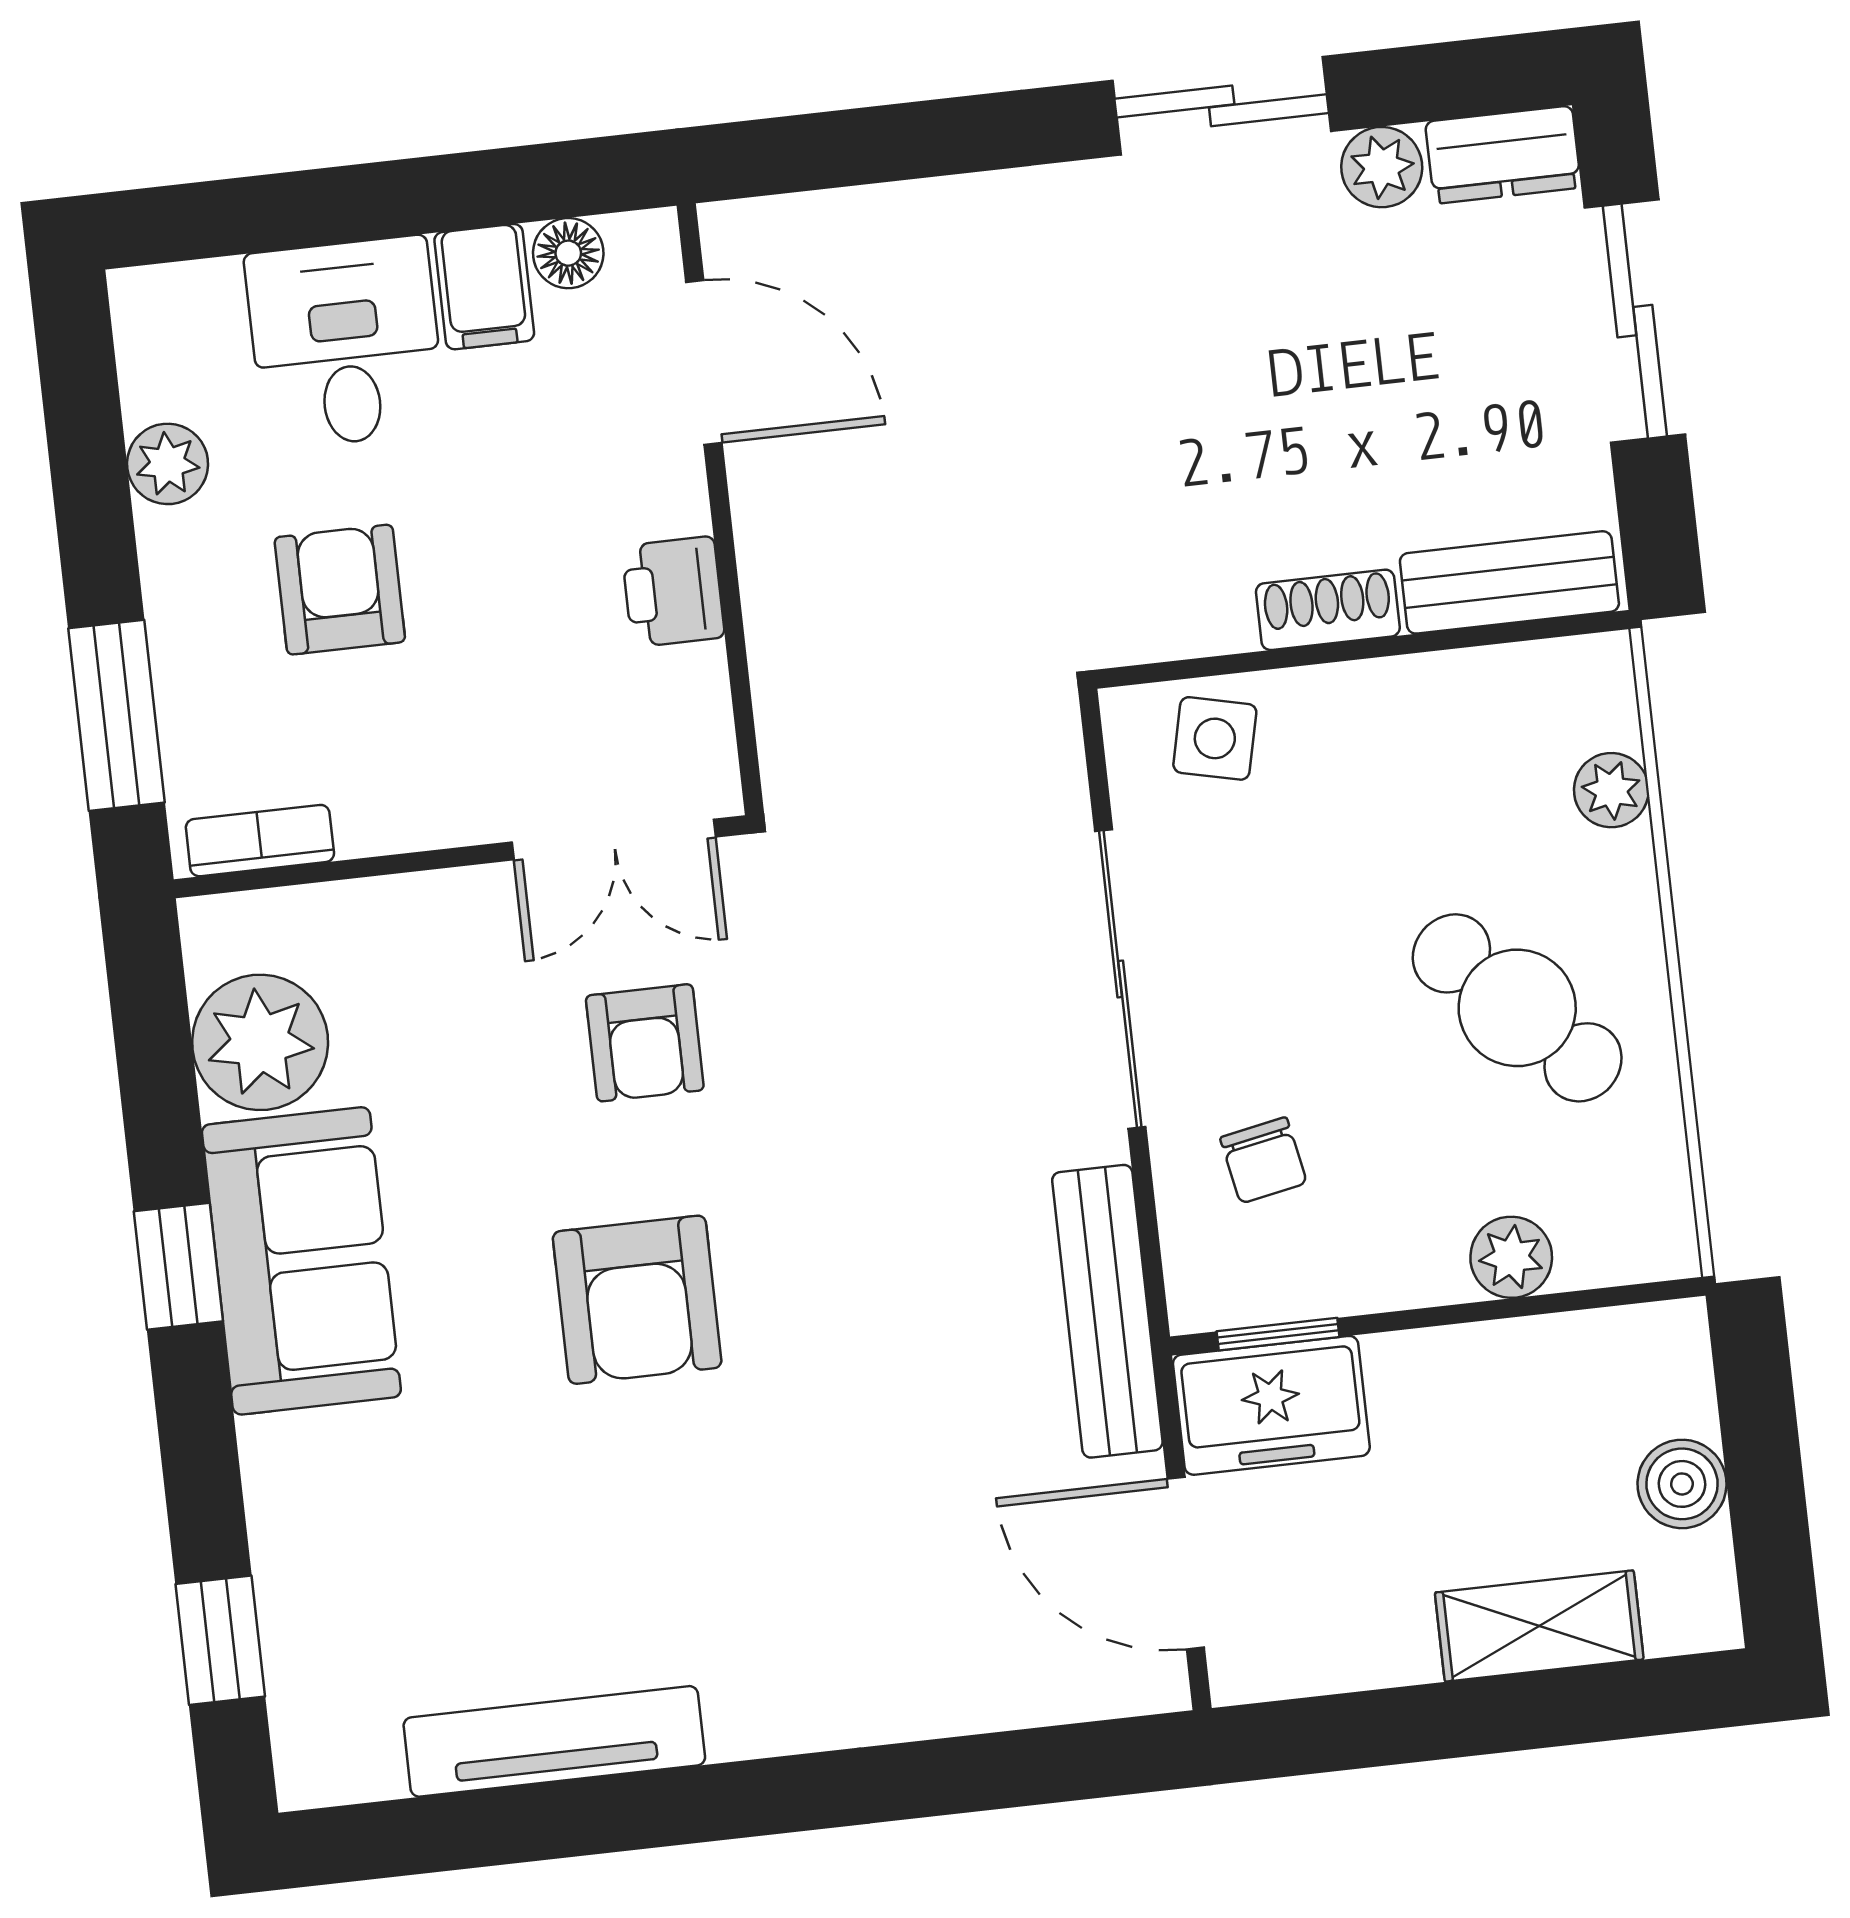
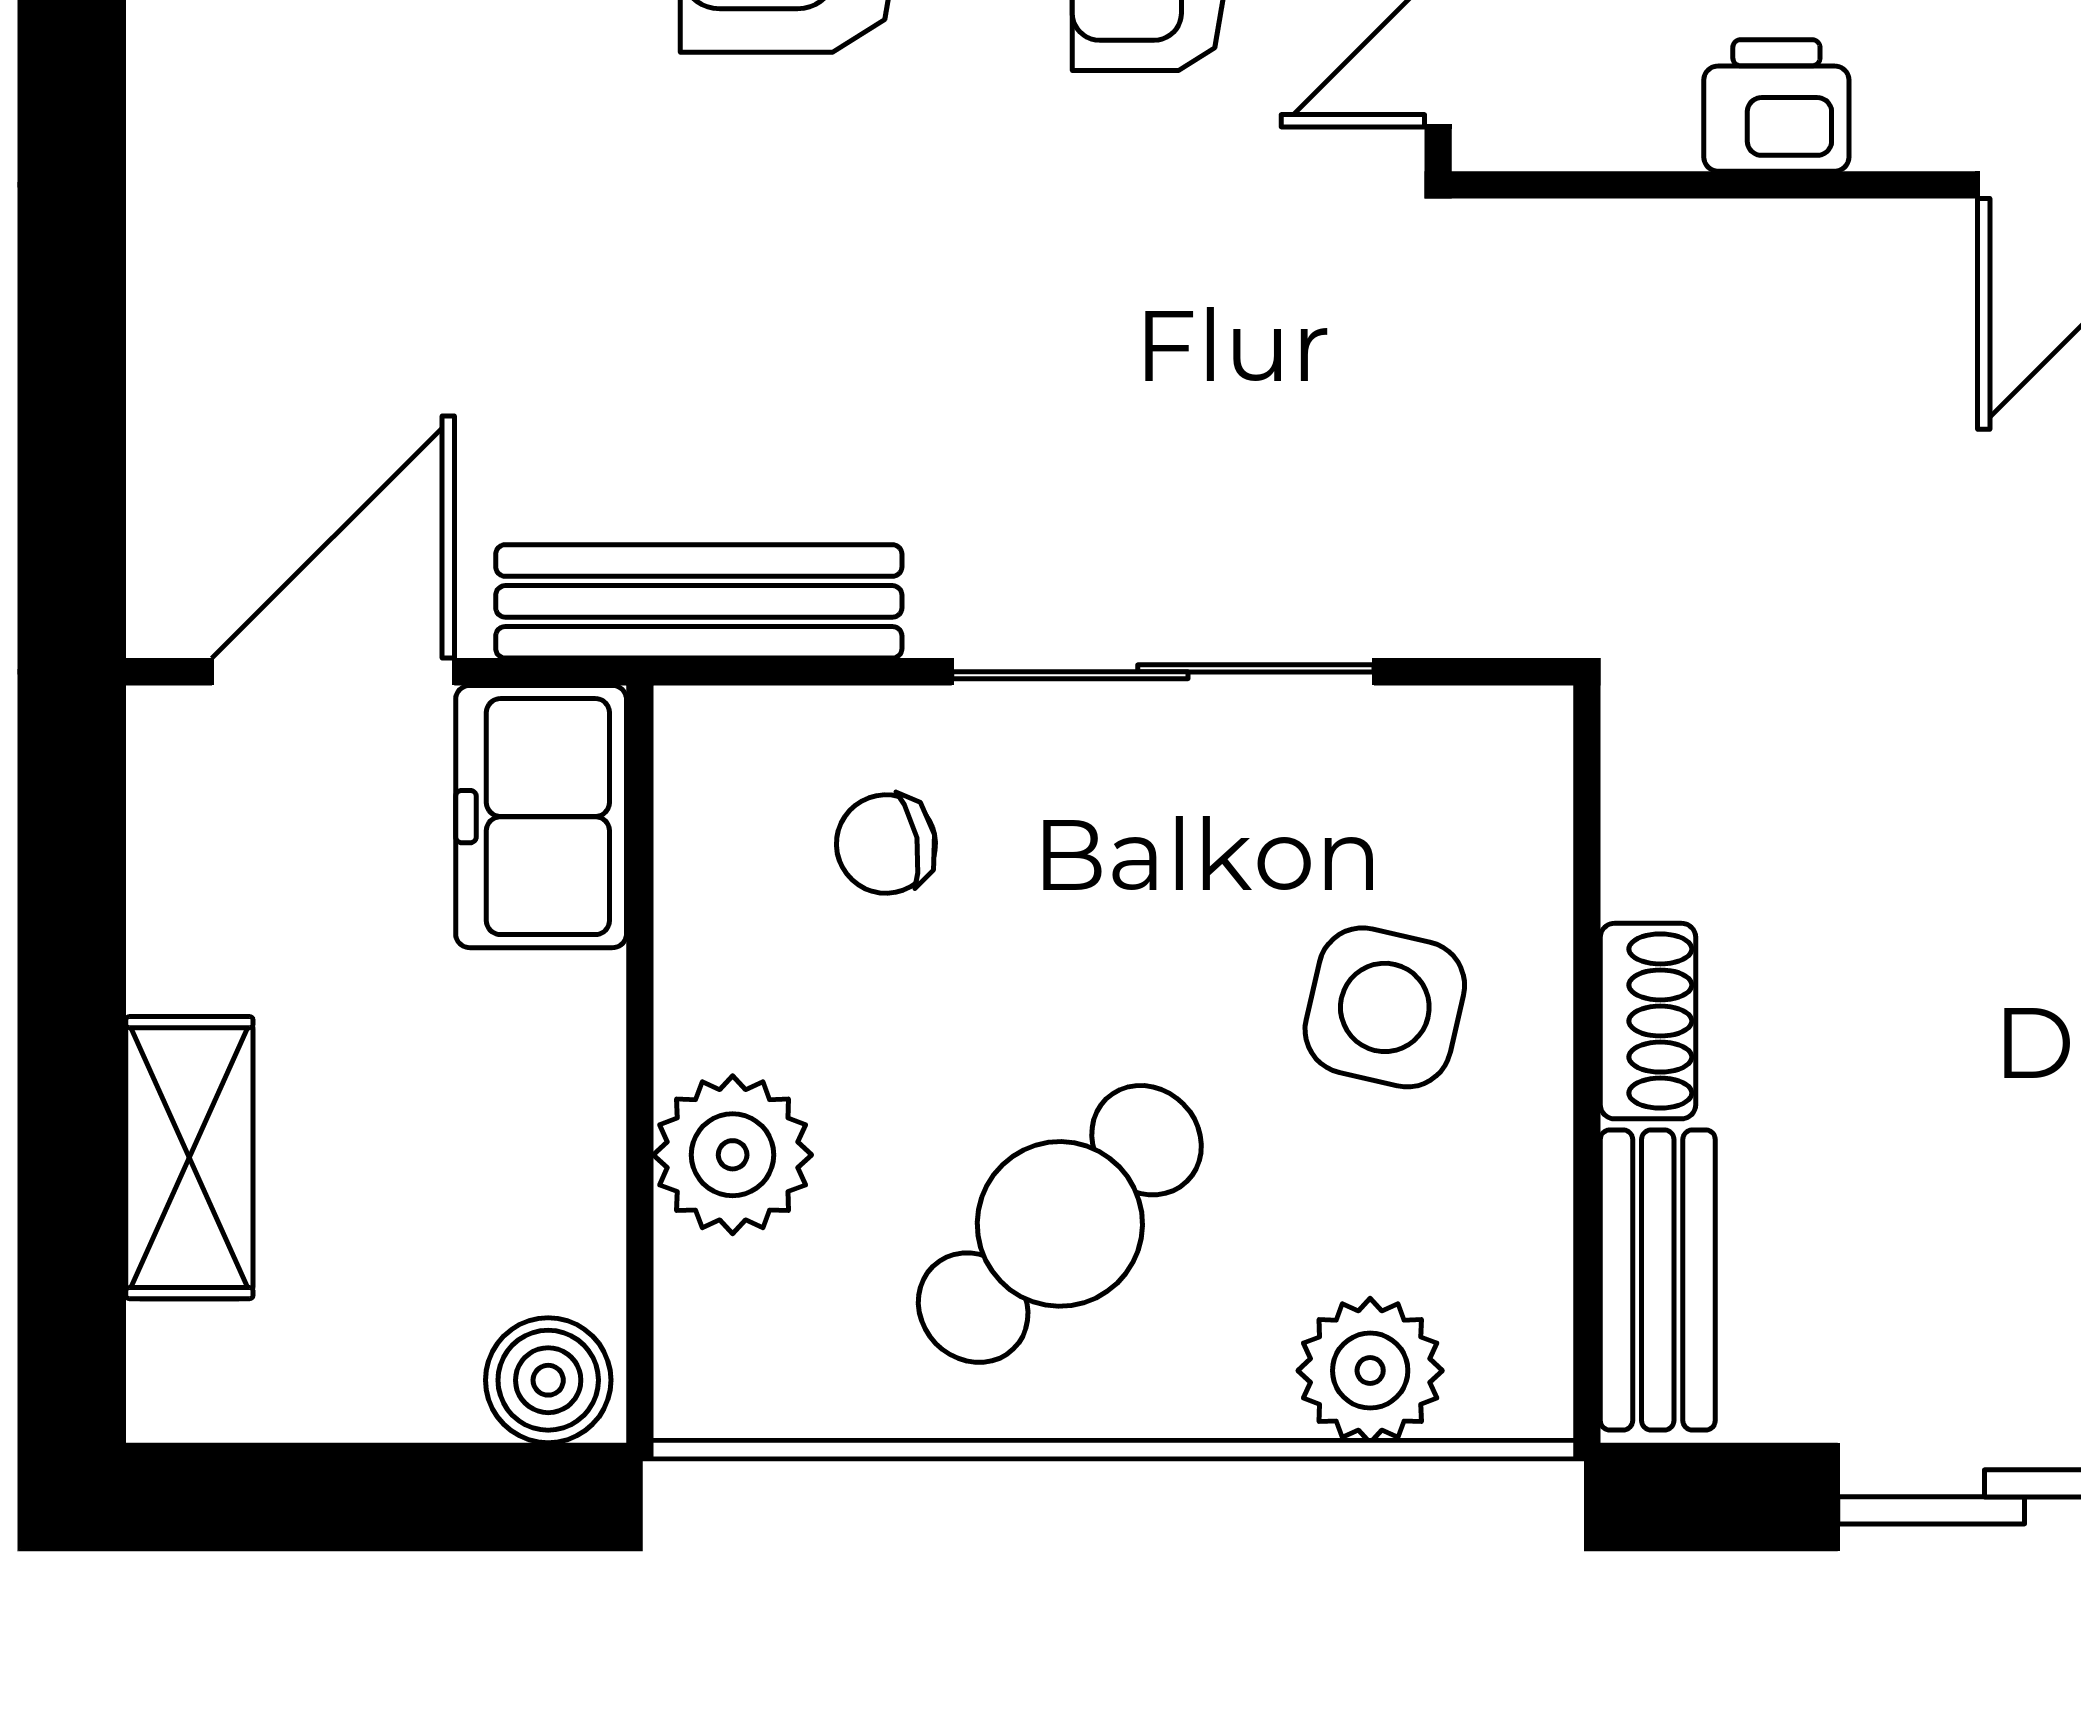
side table: (1215, 738) -> (1385, 1007), moved, width x1.37, depth x1.37
plant: (1611, 790) -> (1370, 1371), width x1.38, depth x1.38
plant: (1511, 1257) -> (733, 1155), width x1.38, depth x1.38
window: (1278, 1334) -> (640, 837), removed
boiler: (1682, 1484) -> (548, 1380), moved

